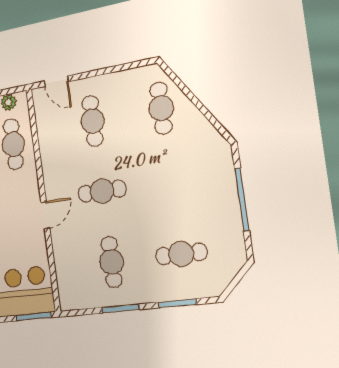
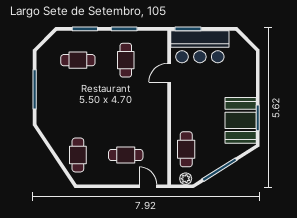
cafe table: (93, 121) -> (126, 155), turned 90
cafe table: (102, 191) -> (126, 108), removed
door: (45, 215) -> (169, 73), moved

